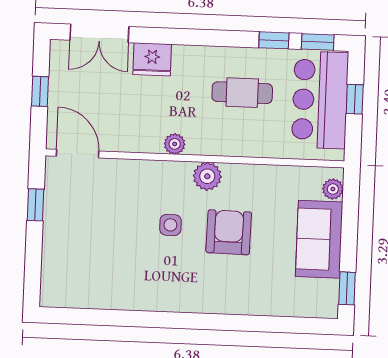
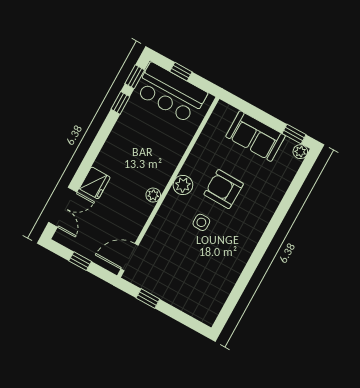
cafe table: (242, 93) -> (143, 138), removed
plant: (333, 189) -> (300, 152), moved

